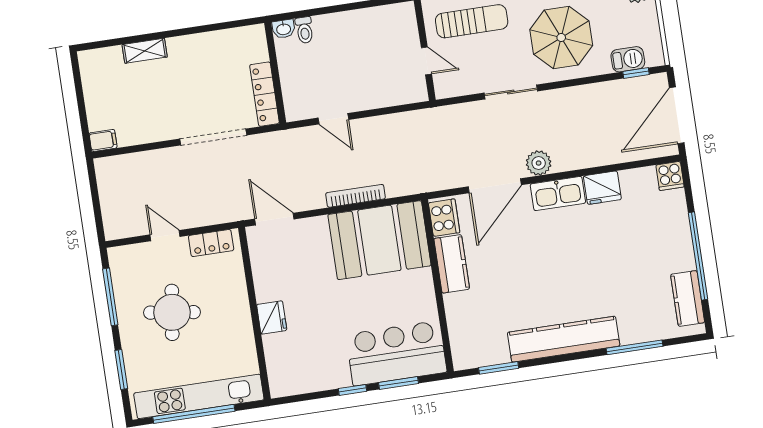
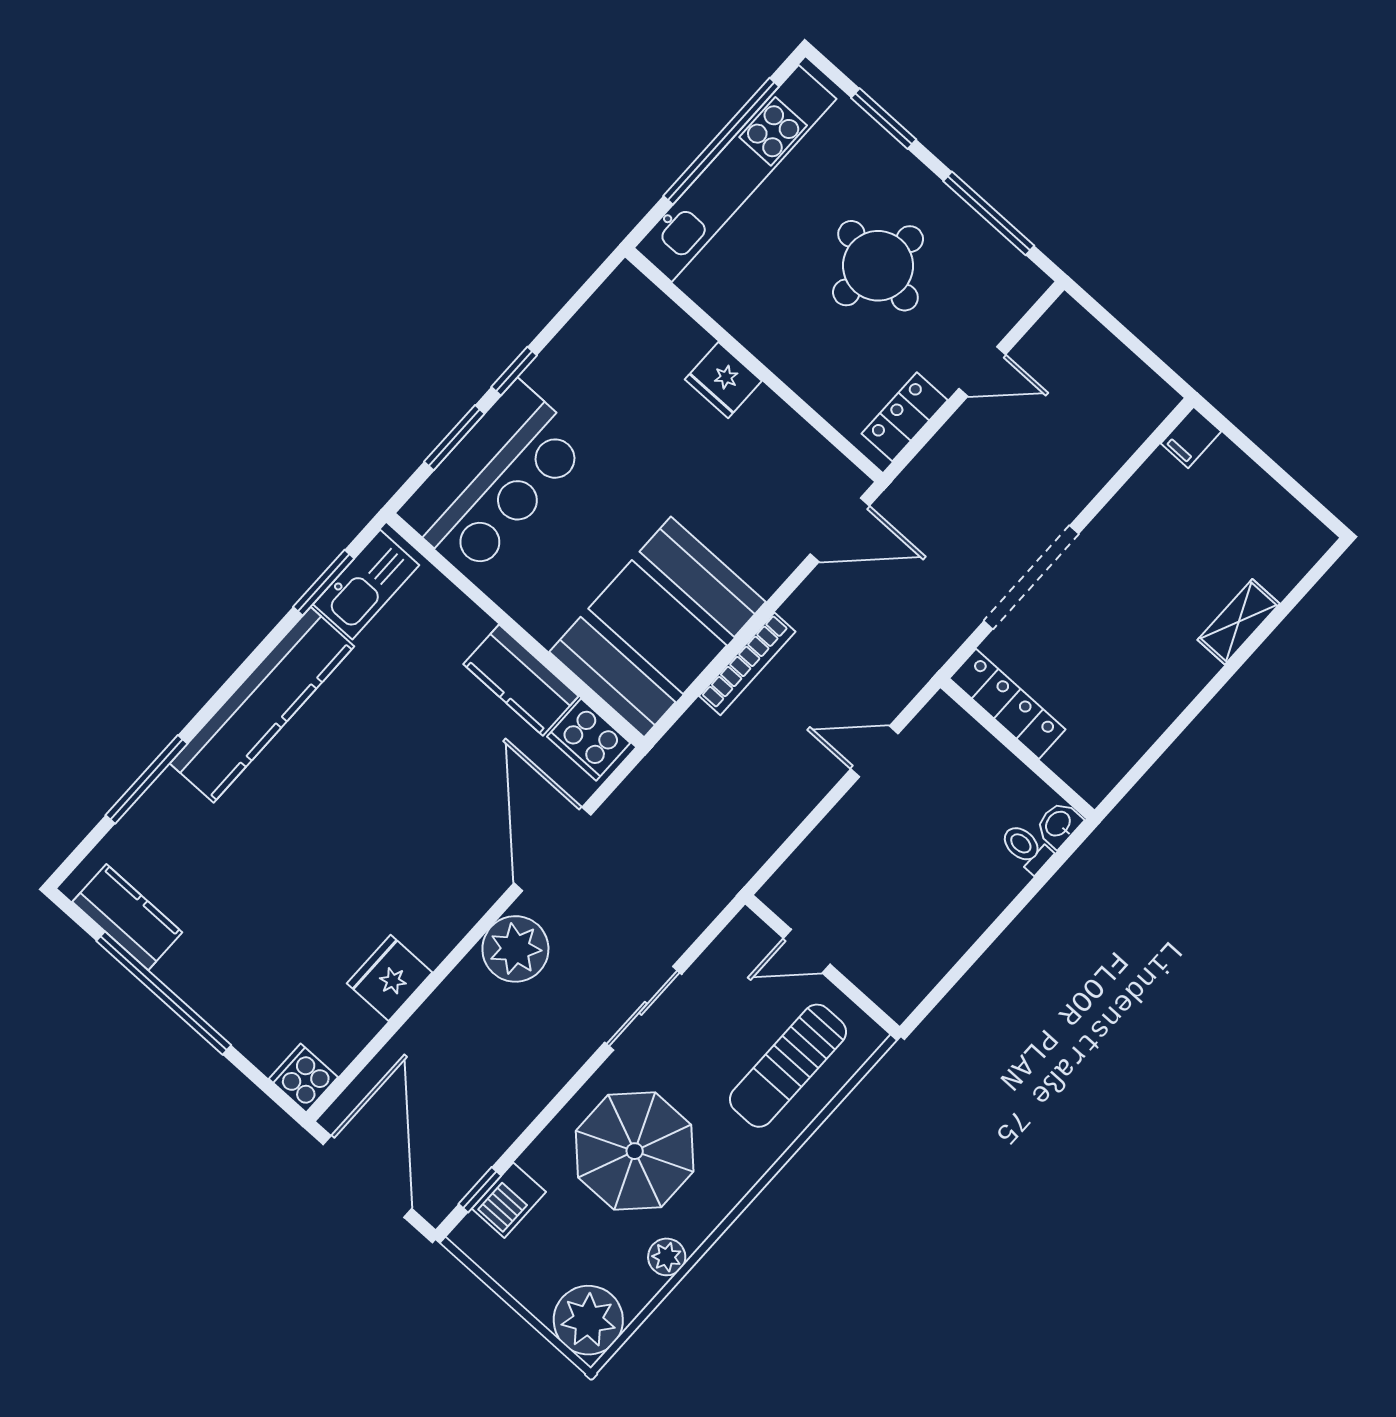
plant: (539, 163) -> (515, 949), width x1.36, depth x1.36
kitchen sink: (558, 194) -> (366, 585), moved, turned 180

